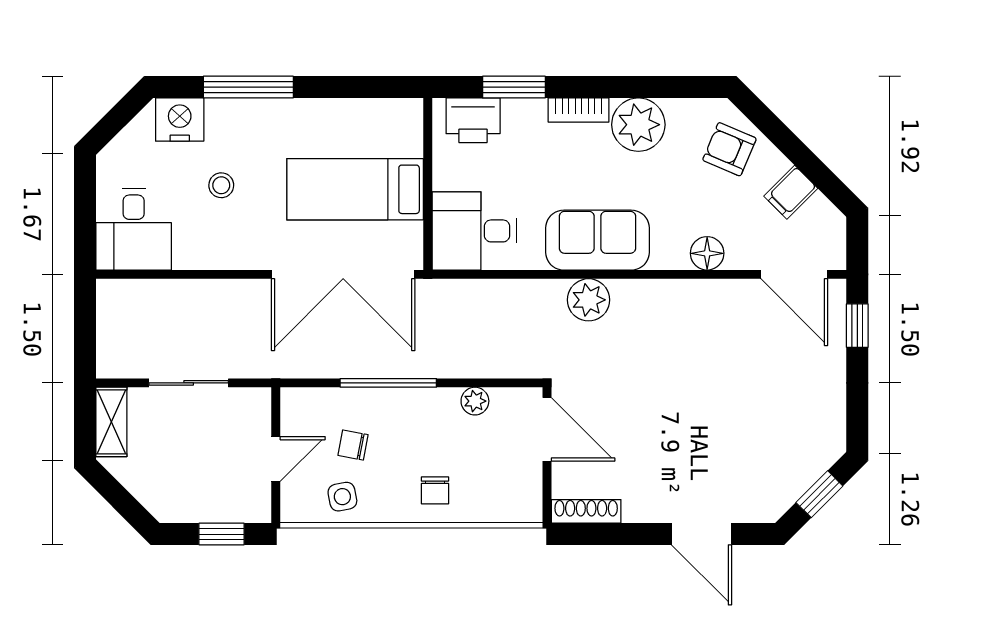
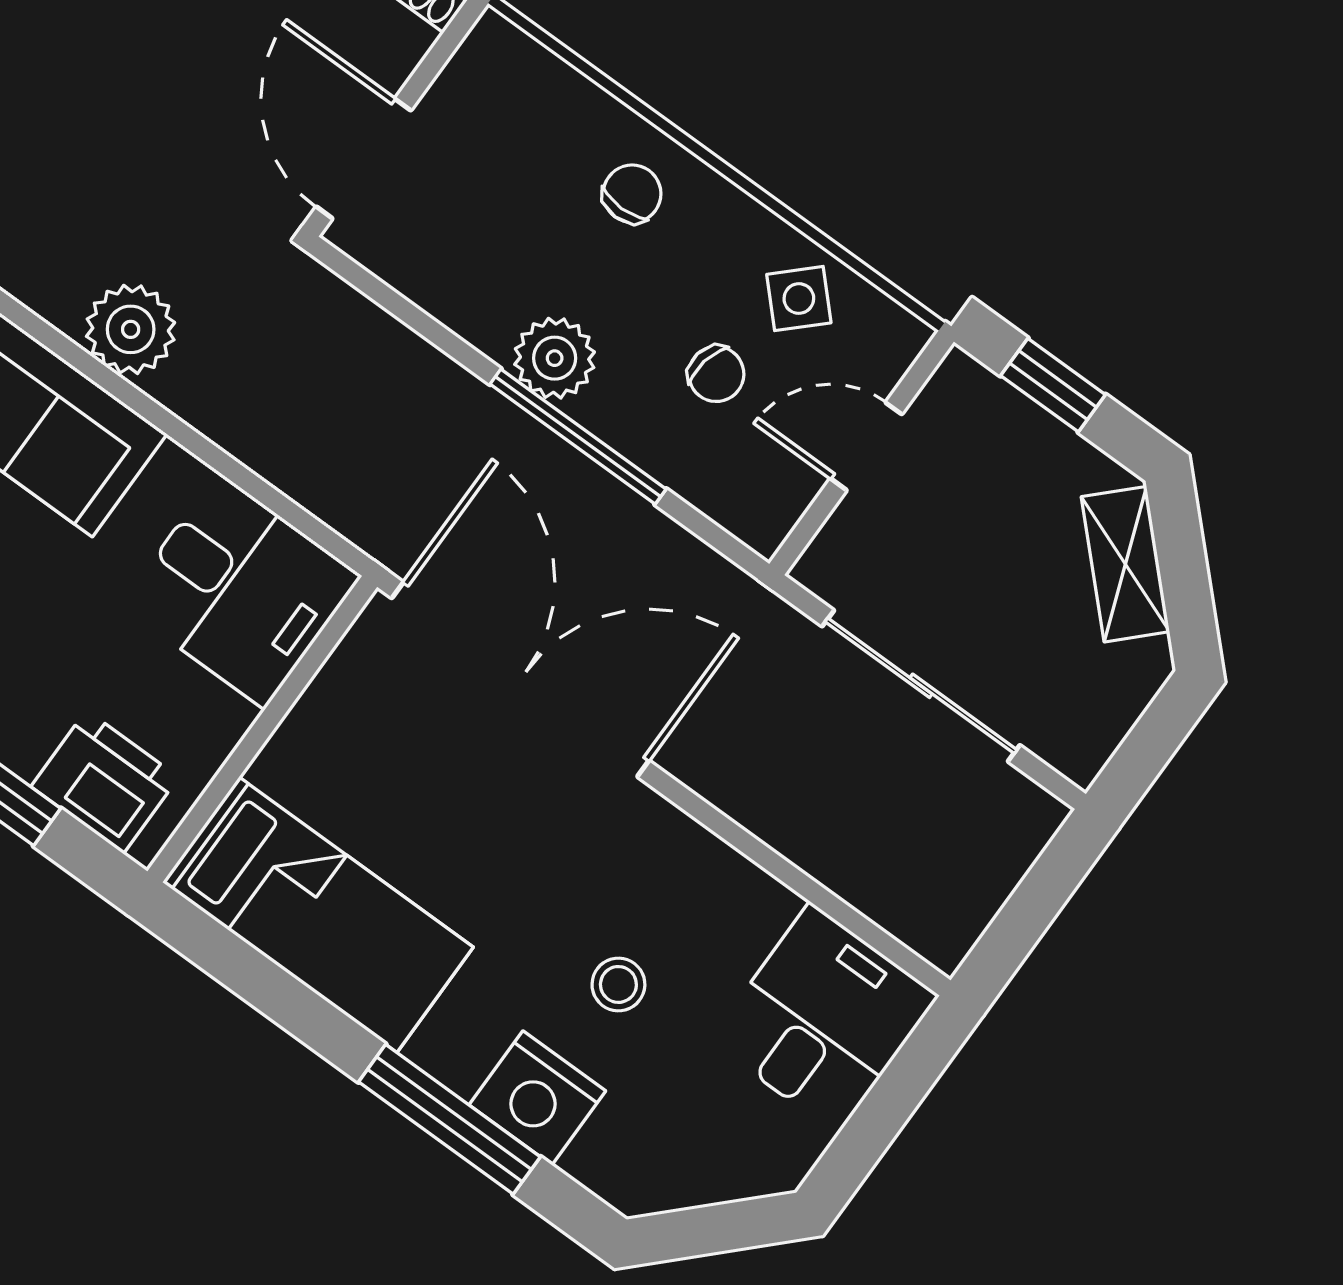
nightstand: (180, 120) -> (537, 1098), moved
bed: (355, 189) -> (318, 915), moved
sliding door: (189, 383) -> (921, 686), width x1.37
plant: (475, 401) -> (555, 358), moved, width x1.38, depth x1.38
shelving: (111, 422) -> (1125, 564), moved, turned -45
side table: (342, 497) -> (799, 299), turned -33

